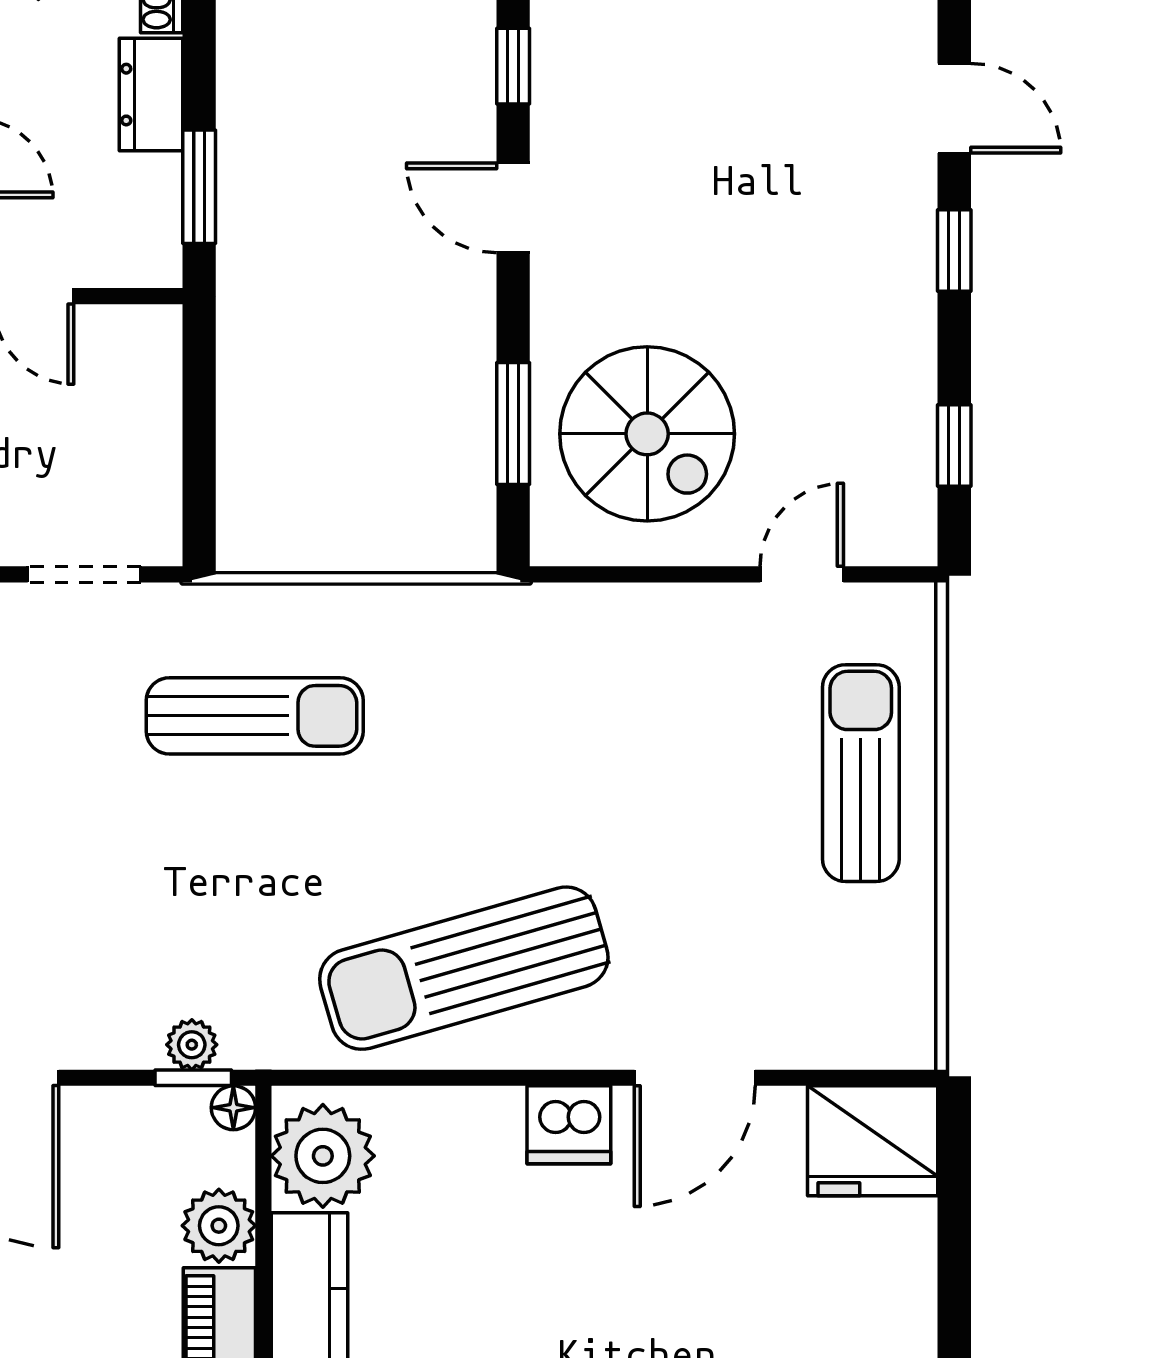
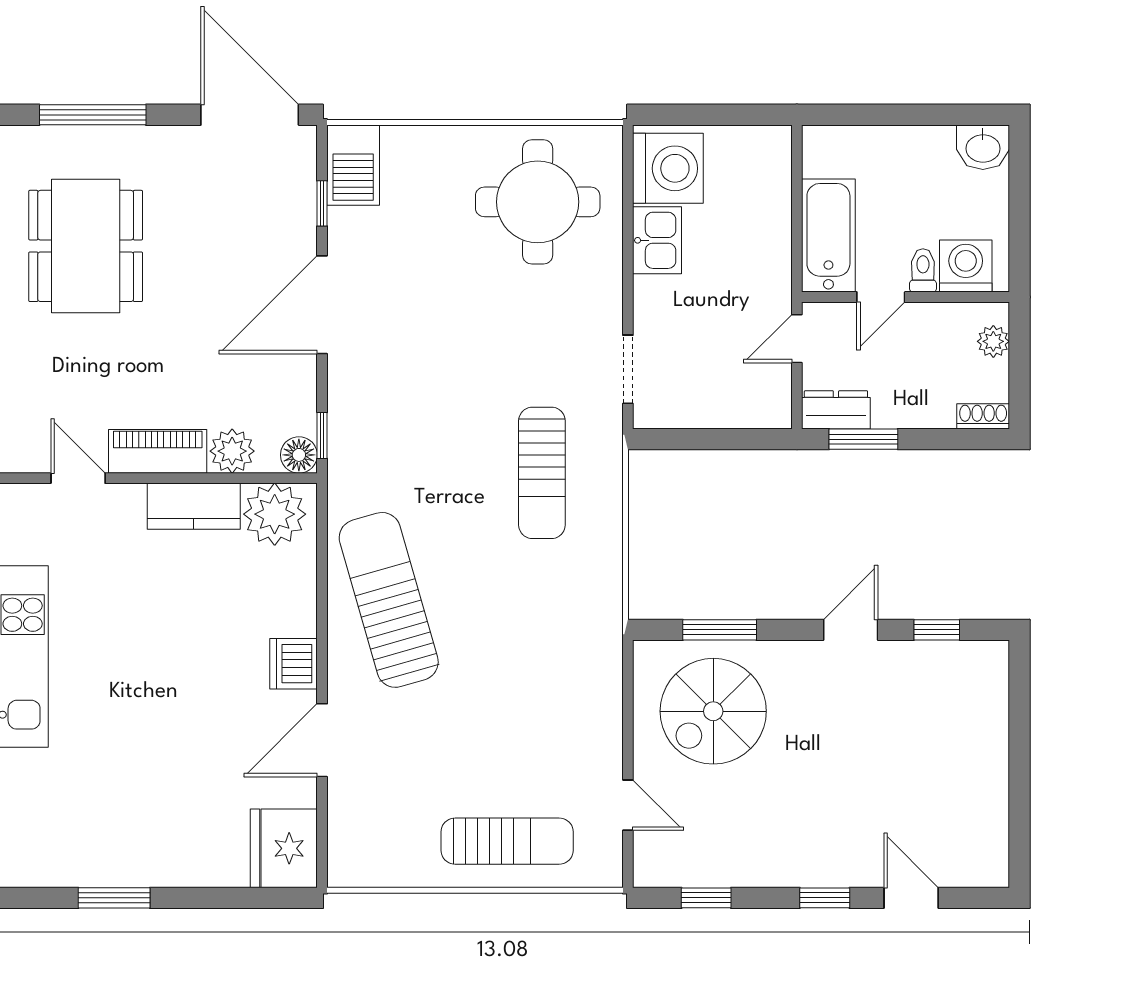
dresser: (151, 95) -> (836, 410), moved
door: (954, 108) -> (911, 898), swing flipped
plant: (192, 1045) -> (342, 435), removed
door: (695, 1078) -> (322, 740), hinge flipped
floor lamp: (233, 1108) -> (299, 455), width x1.37, depth x1.37

